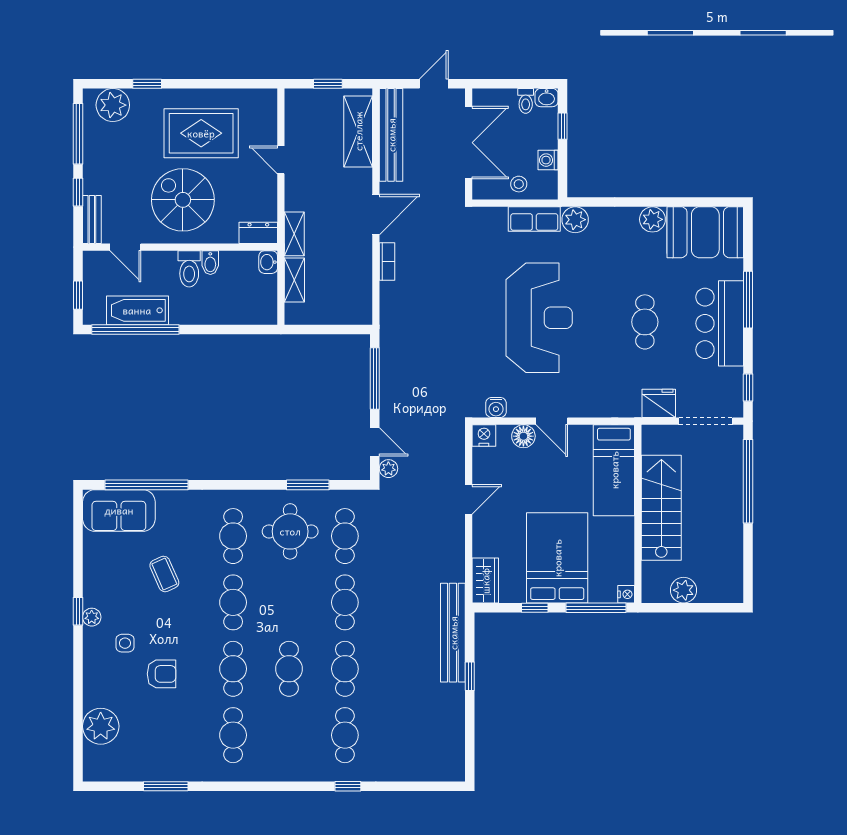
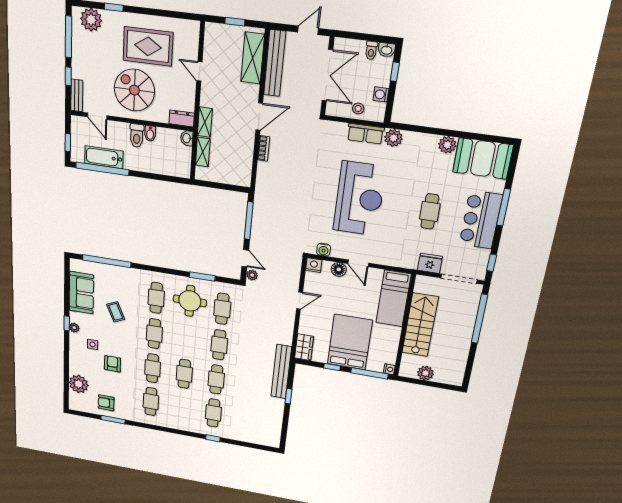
sofa: (119, 510) -> (81, 293), moved, turned -90
armchair: (162, 674) -> (112, 364), turned -90
armchair: (152, 754) -> (106, 403), added

